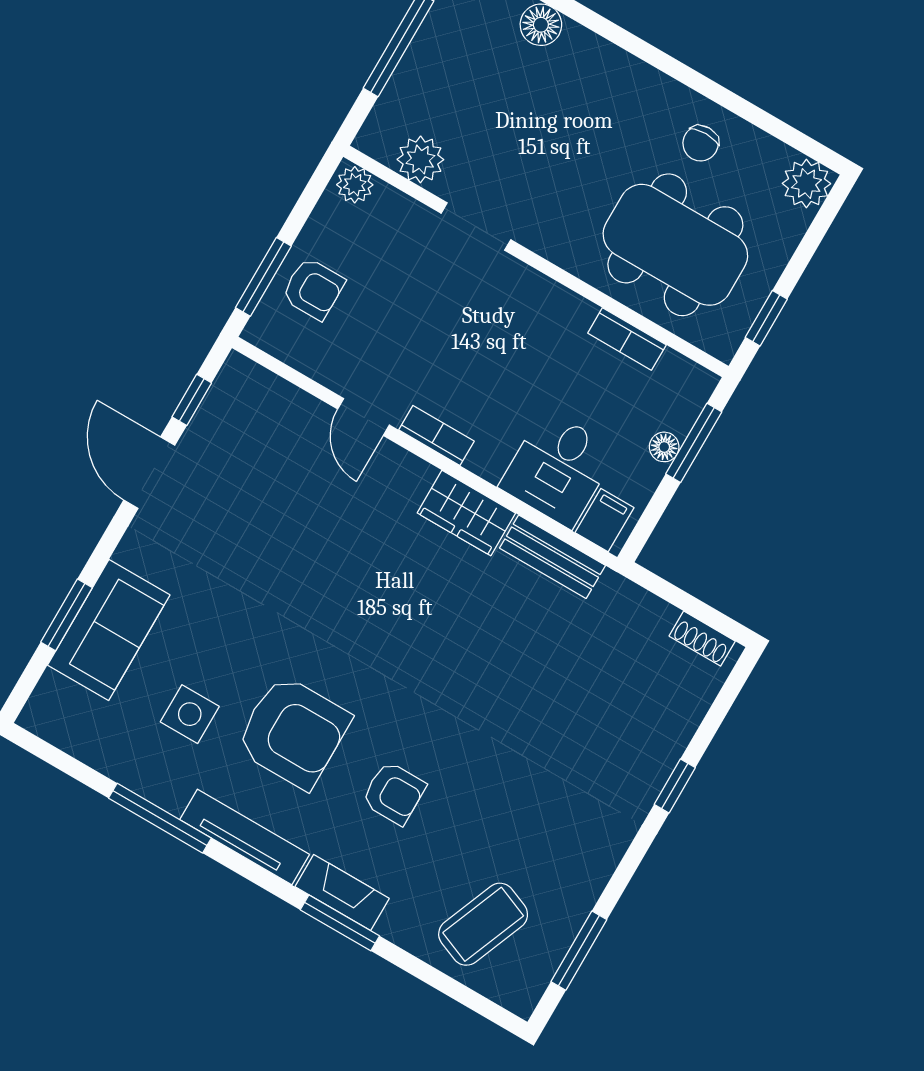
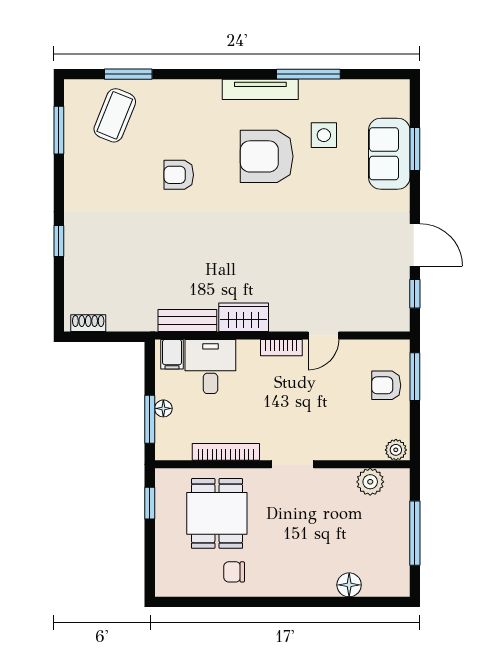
chair: (701, 143) -> (234, 572), turned -90
plant: (806, 184) -> (169, 583), removed
doorway: (476, 226) -> (293, 464), moved
dining table: (675, 245) -> (217, 513), width x0.73
bookcase: (627, 339) -> (226, 452), width x1.56
door: (363, 417) -> (323, 335), swing flipped
armchair: (394, 793) -> (179, 175), moved
fireplace: (342, 893) -> (195, 90), removed
window: (340, 923) -> (128, 74), moved

